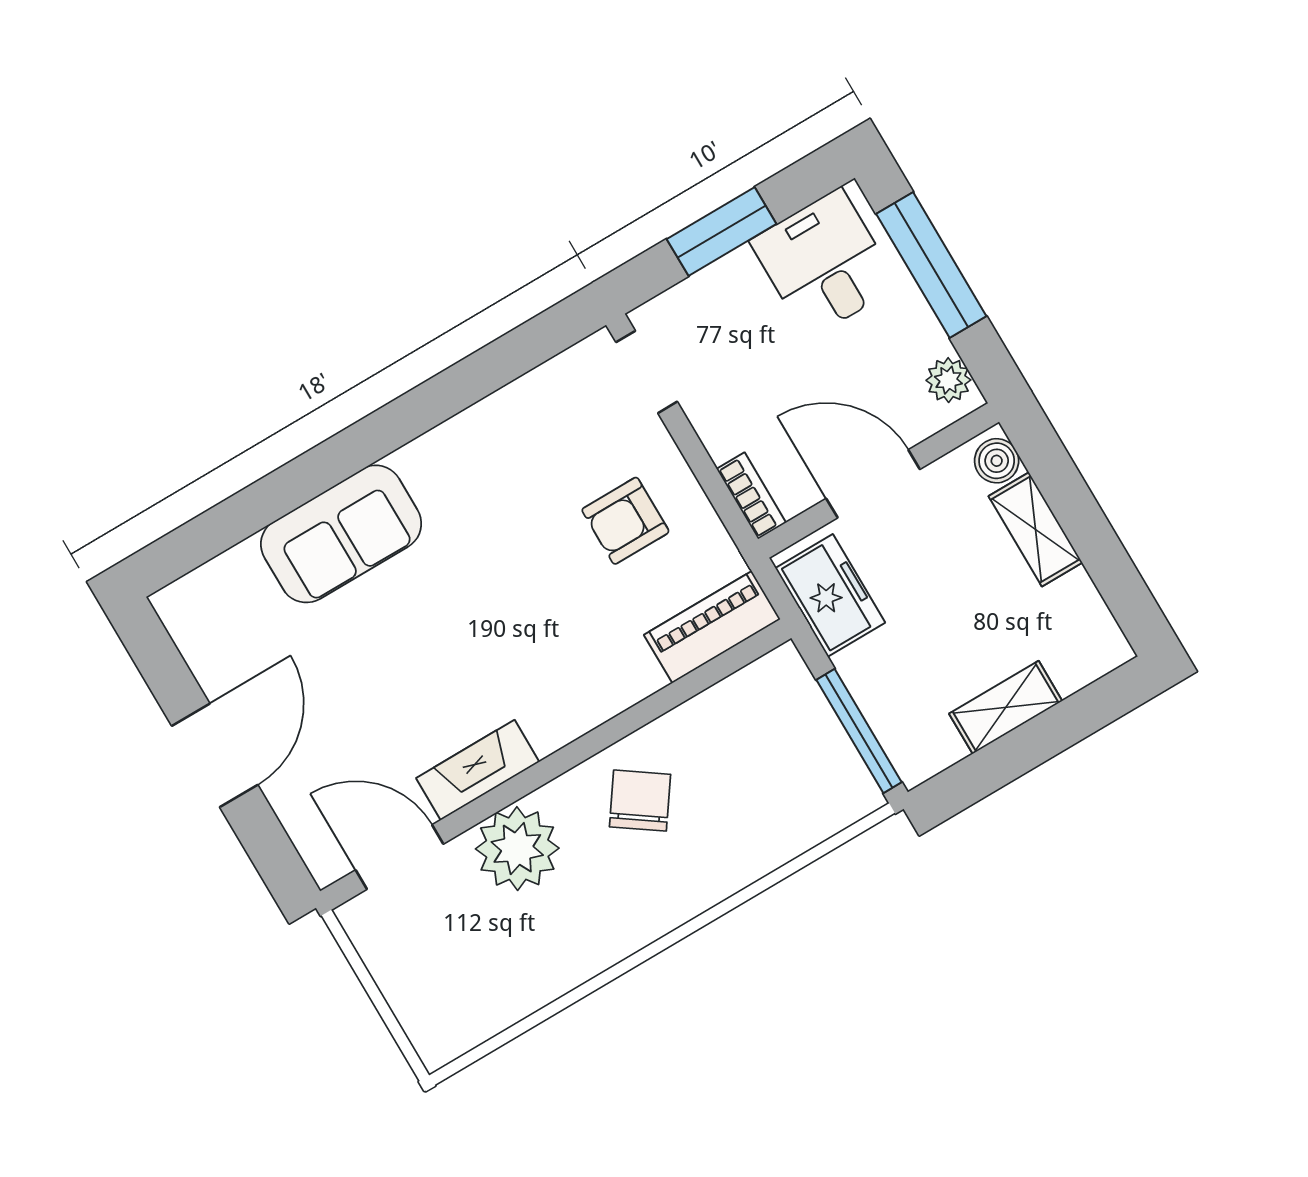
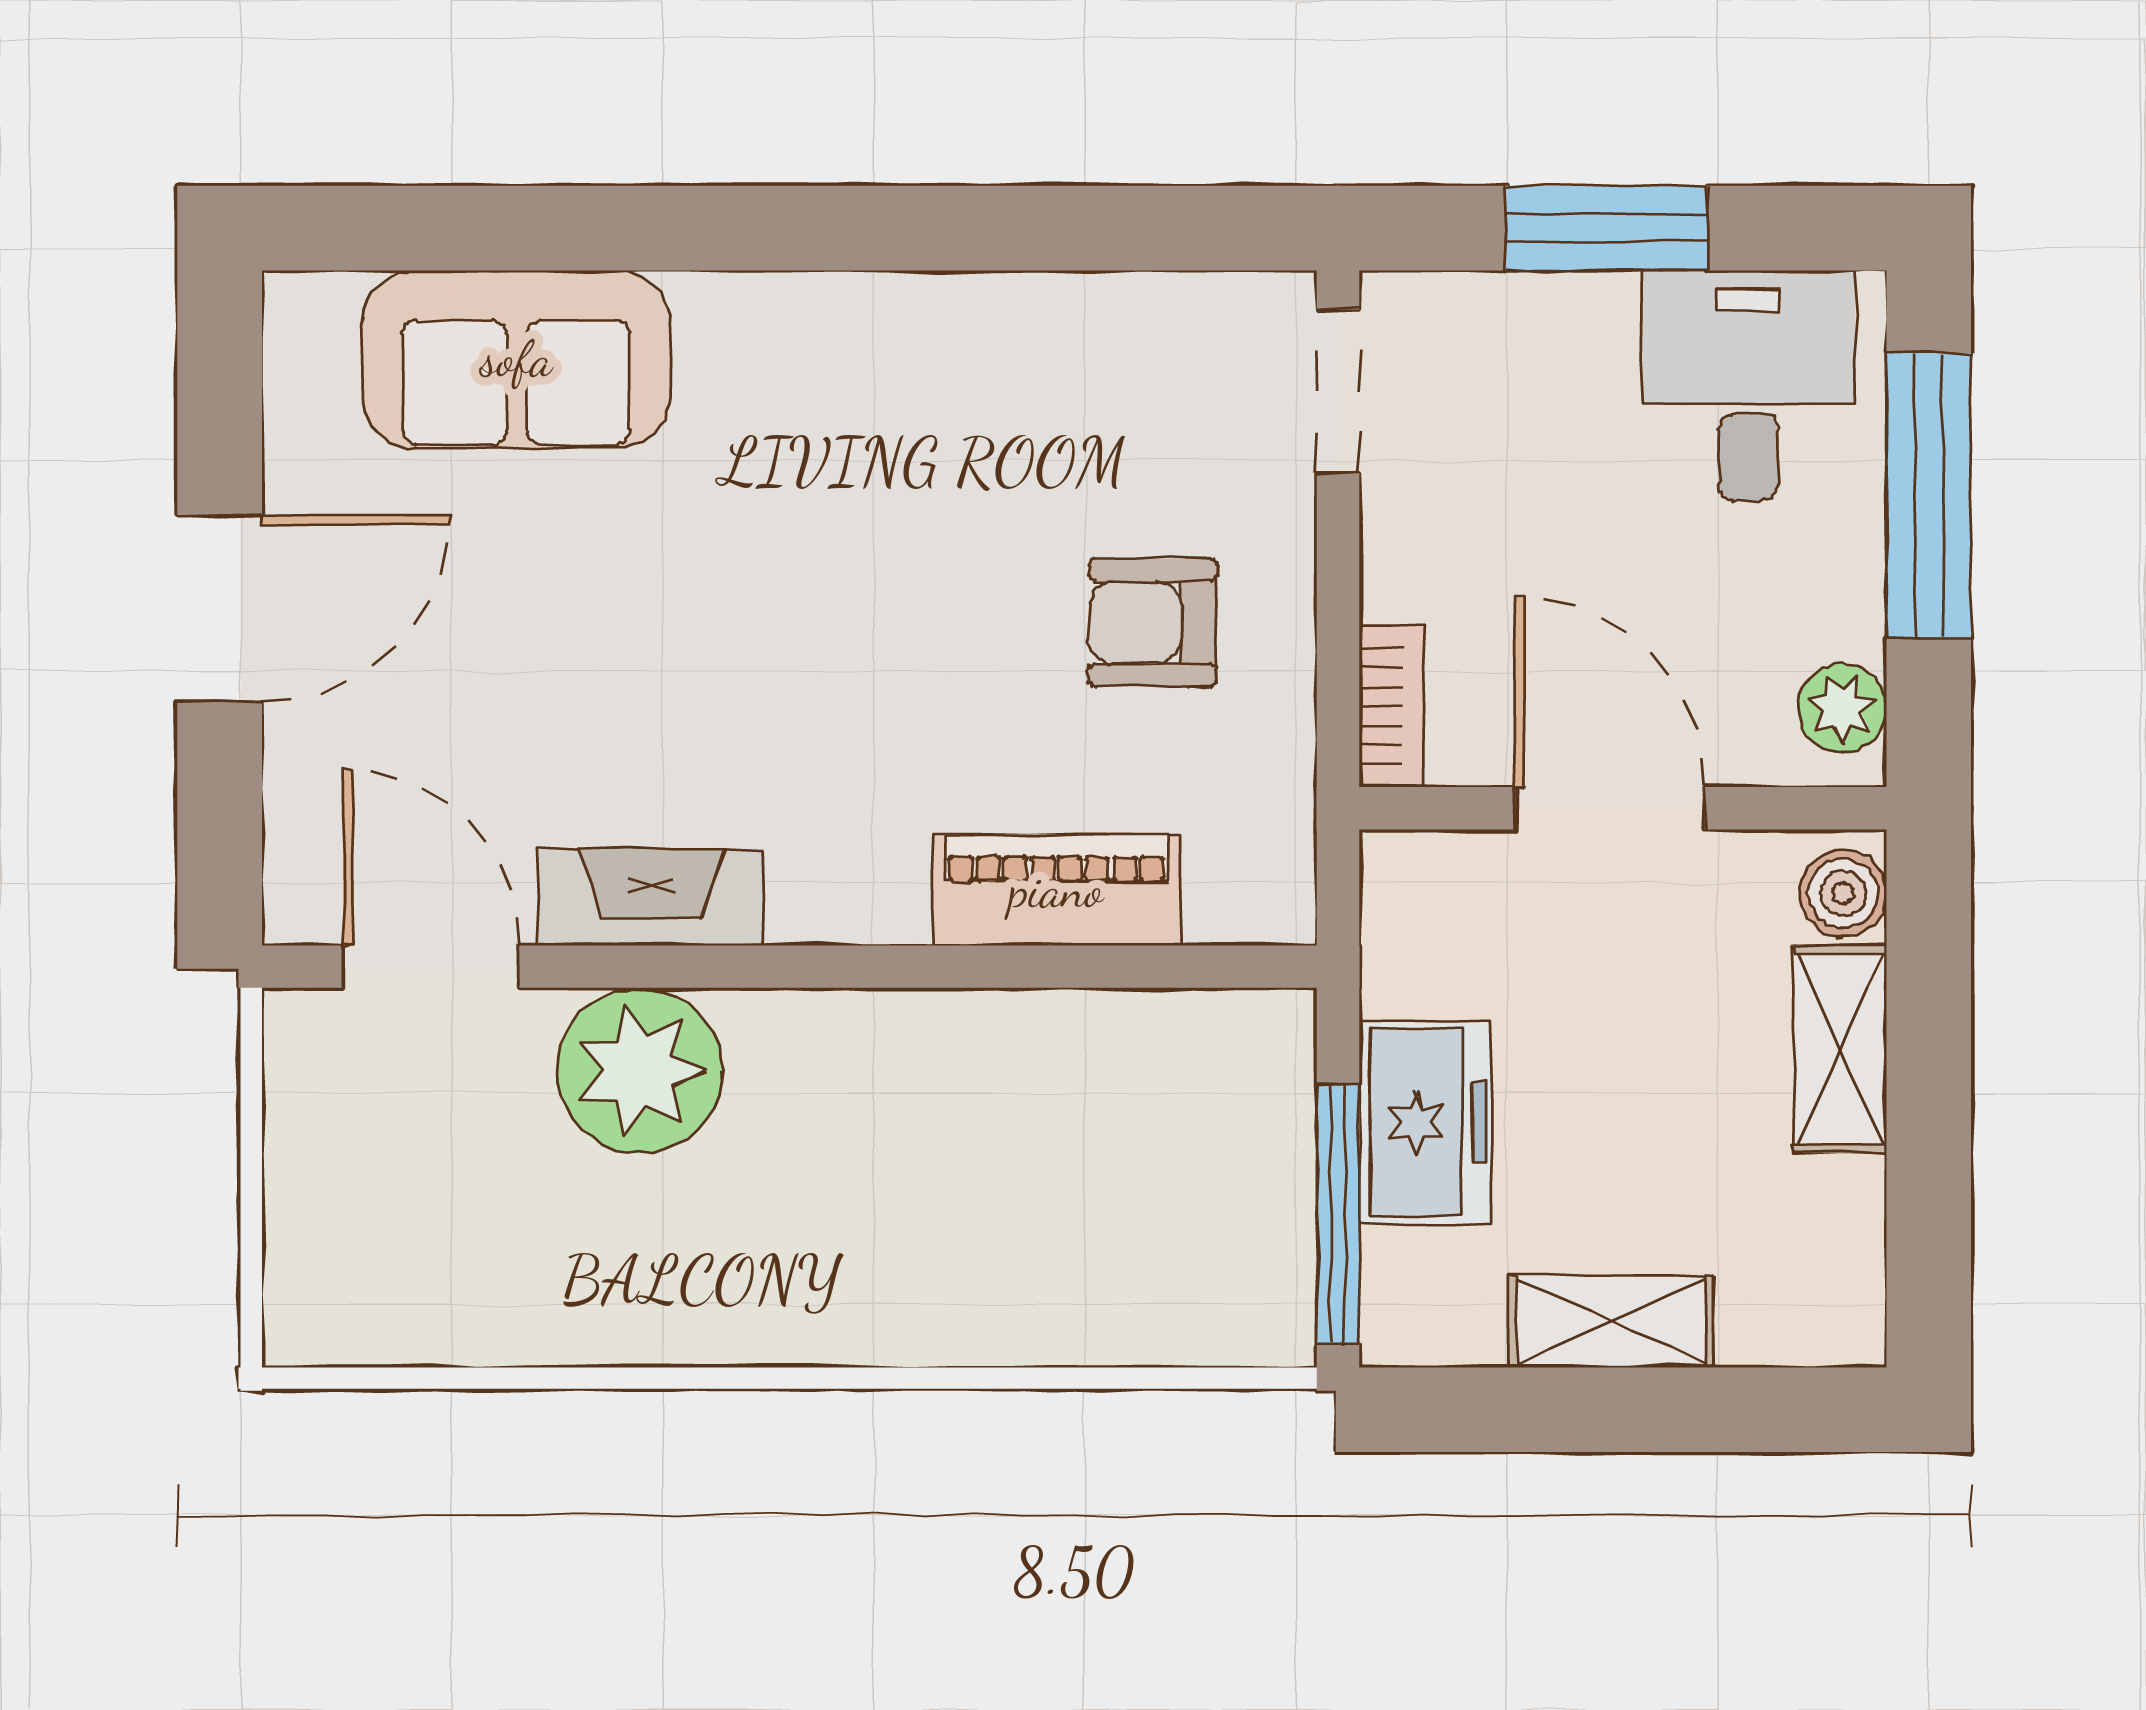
sofa: (341, 534) -> (516, 359), moved
freezer: (830, 595) -> (1425, 1122), moved
piano: (712, 627) -> (1056, 890), moved
chair: (640, 801) -> (896, 1112), removed

